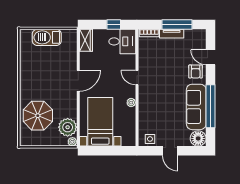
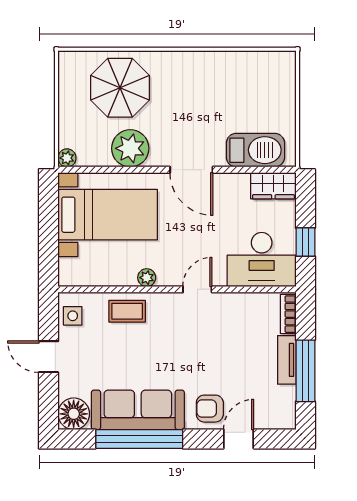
barbecue: (47, 37) -> (255, 150), moved, turned 90
desk: (122, 41) -> (262, 259), width x1.37
coffee table: (148, 112) -> (127, 311), added
plant: (68, 127) -> (130, 148), moved
door: (170, 151) -> (48, 357), hinge flipped

